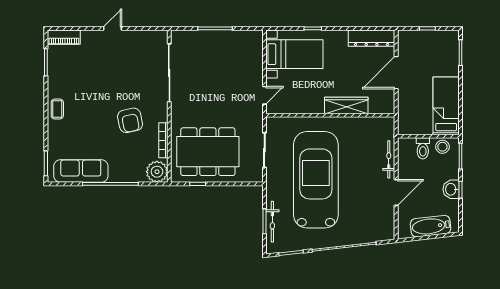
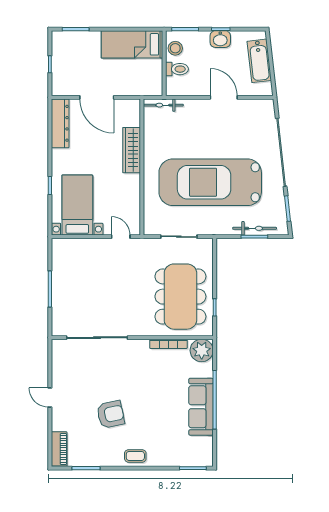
armchair: (130, 120) -> (111, 414), moved
bicycle: (389, 159) -> (163, 105), moved
sofa: (81, 171) -> (201, 407), moved

